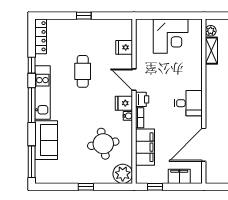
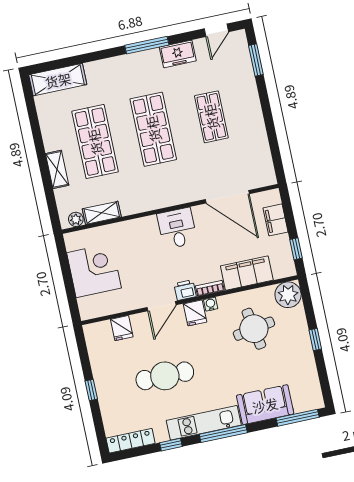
cafe table: (83, 71) -> (165, 376), width x1.37, depth x1.35

